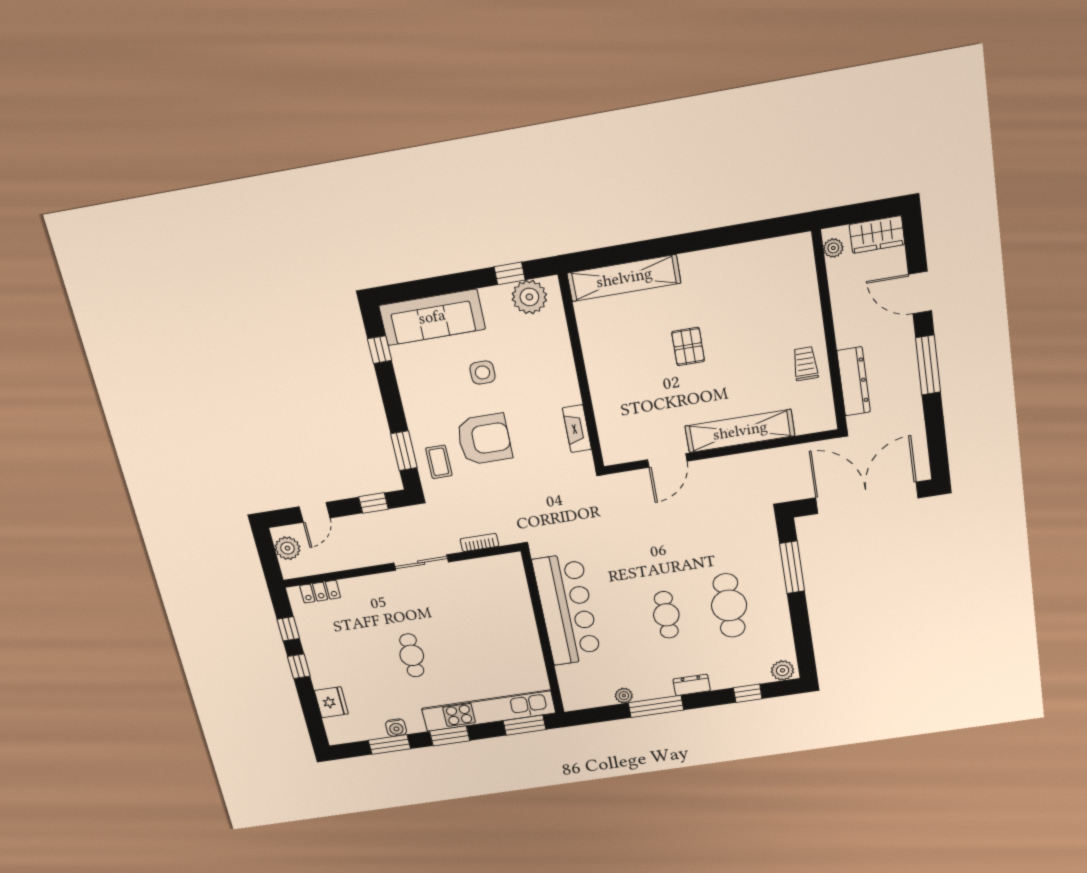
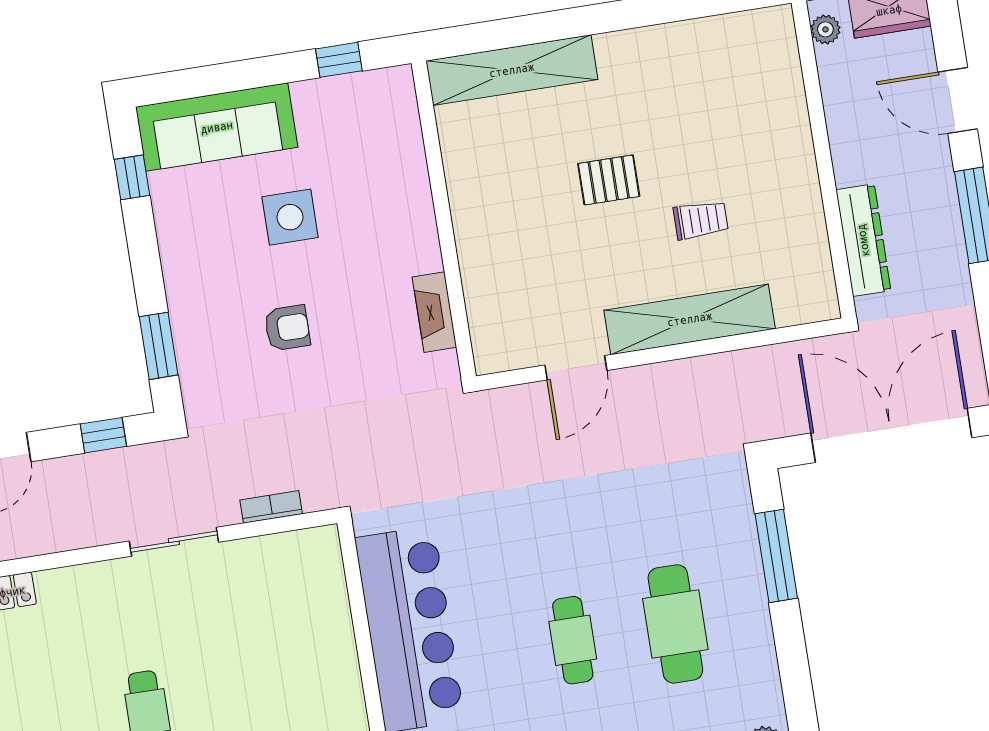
plant: (529, 297) -> (368, 97), removed
pallet: (688, 346) -> (609, 180), turned 90
trolley: (805, 364) -> (701, 220), moved, turned 90
side table: (482, 372) -> (290, 217), width x1.37, depth x1.37
armchair: (484, 439) -> (287, 328), width x0.53, depth x0.53
coffee table: (439, 462) -> (213, 365), removed

